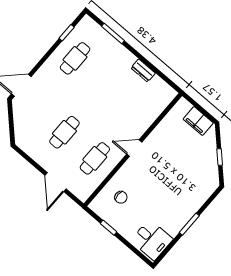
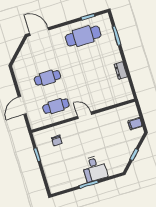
cafe table: (75, 58) -> (83, 36), width x1.37, depth x1.35
filing cabinet: (198, 121) -> (135, 124), width x0.50
desk: (152, 240) -> (94, 169), moved

